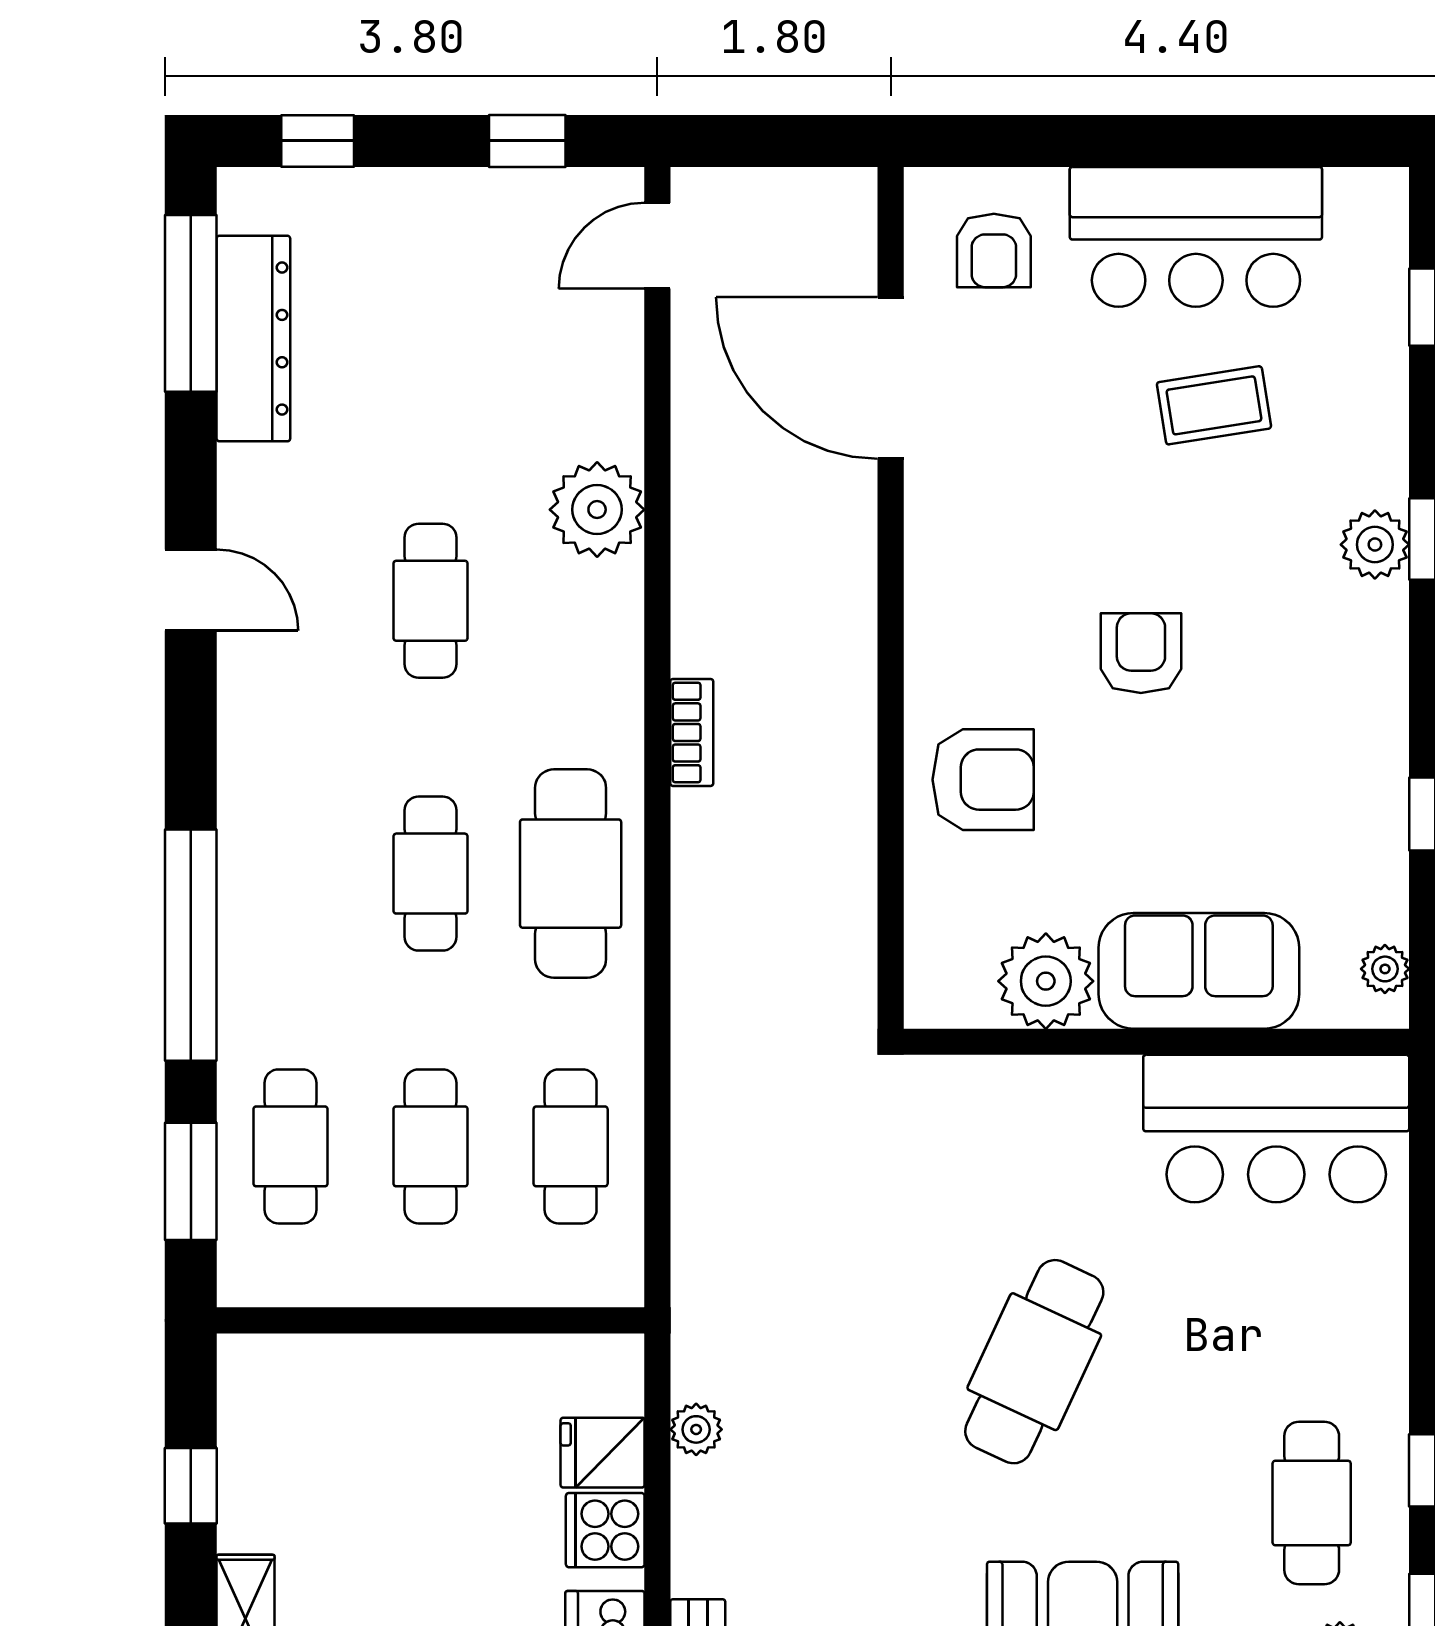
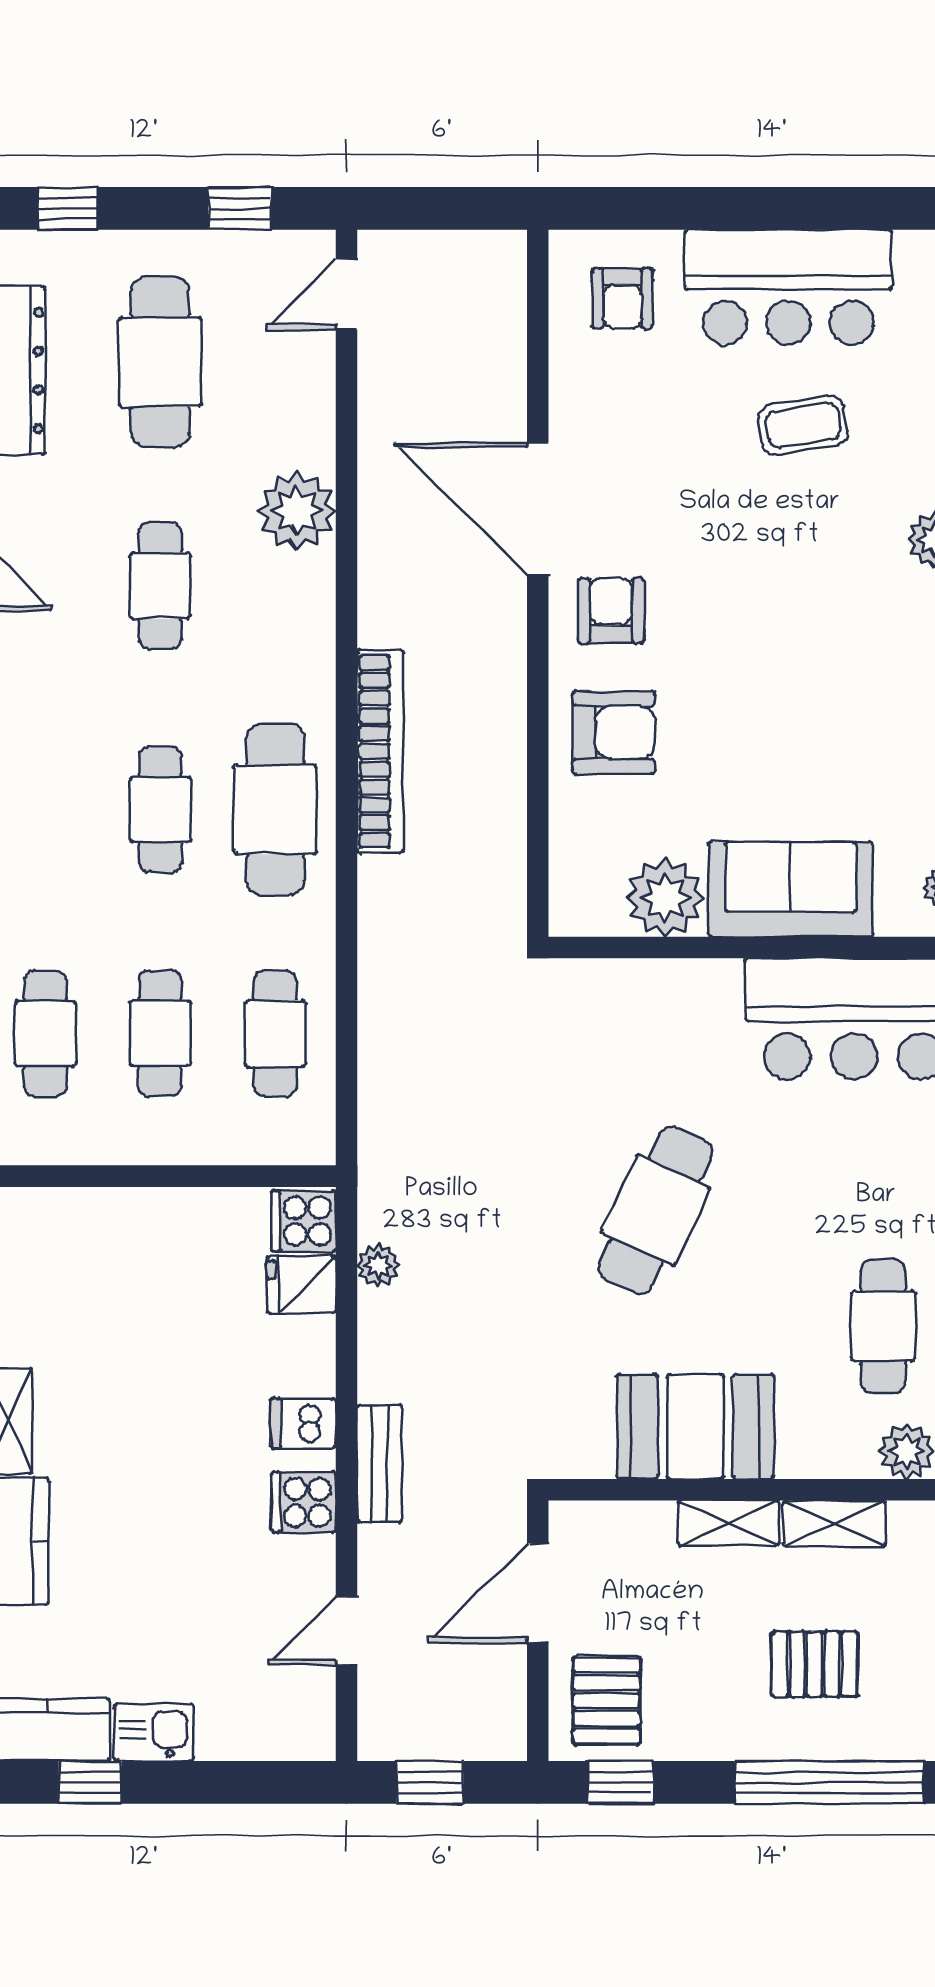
cafe table: (431, 328) -> (160, 362), added
door: (891, 378) -> (538, 509), moved
armchair: (1141, 653) -> (611, 611), moved
bookcase: (692, 732) -> (380, 751), width x2.31, depth x1.31
cooker: (605, 1530) -> (304, 1221), moved

